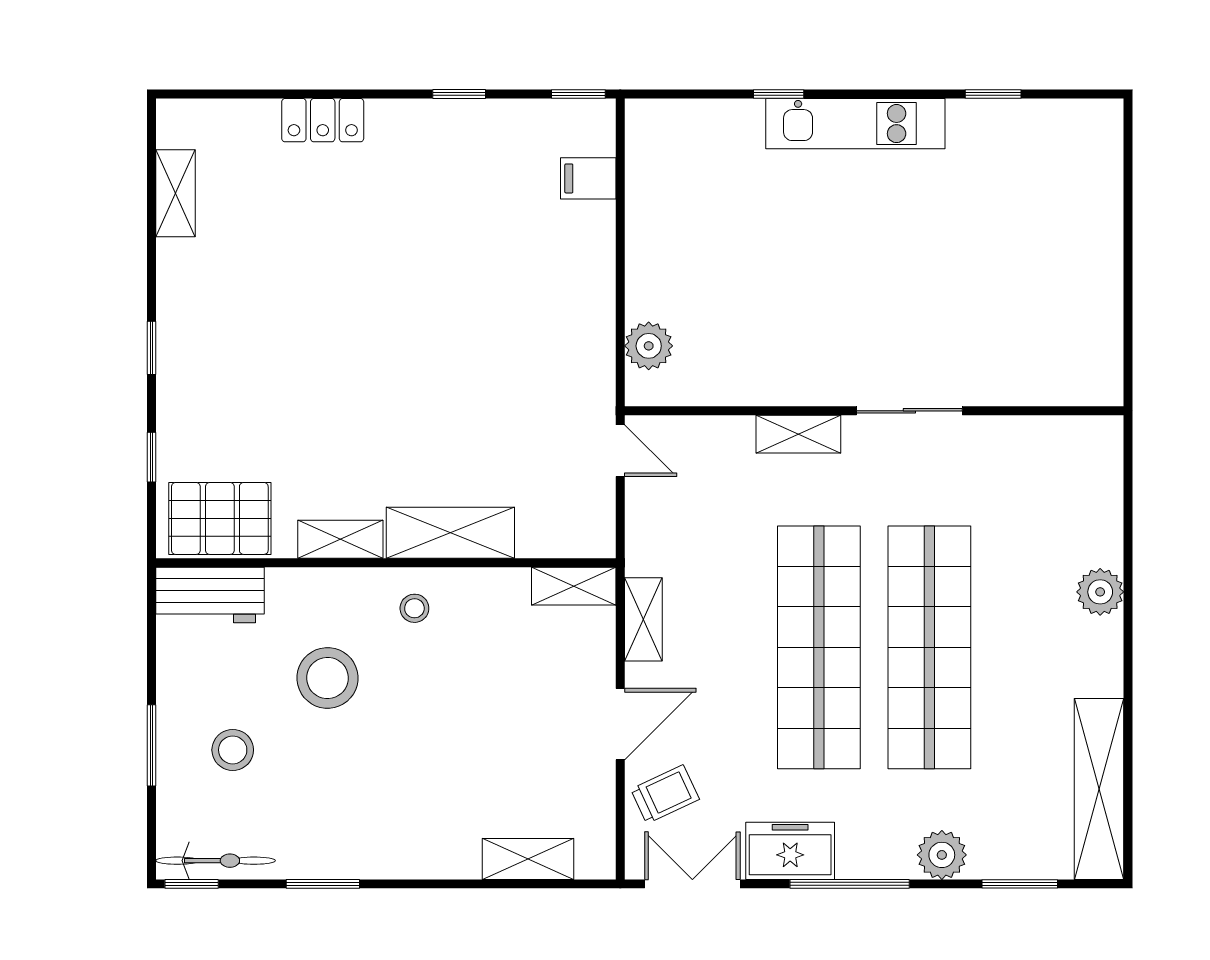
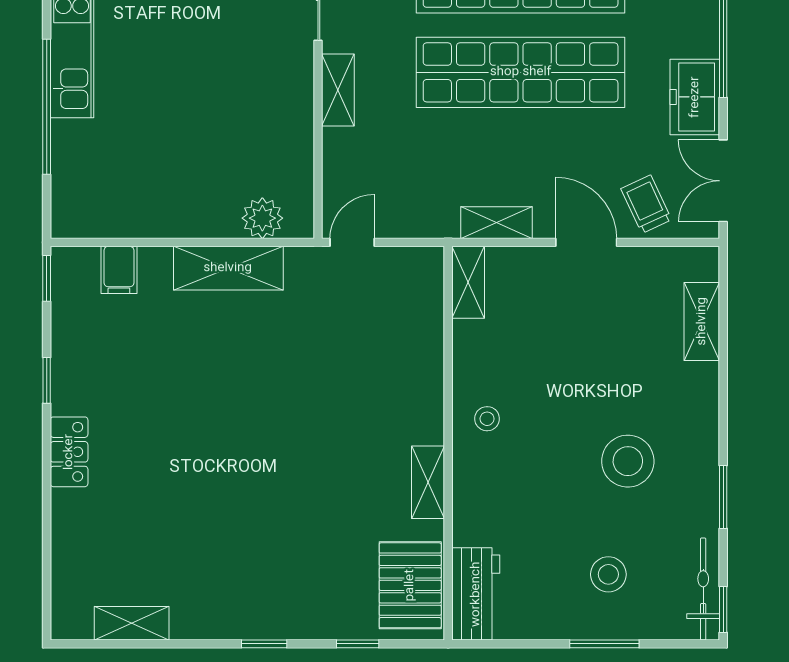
window: (779, 94) -> (47, 107), width x3.17
locker: (323, 120) -> (69, 452), moved
shelving: (450, 533) -> (228, 268), moved, turned 90
stool: (328, 678) -> (628, 461), moved

